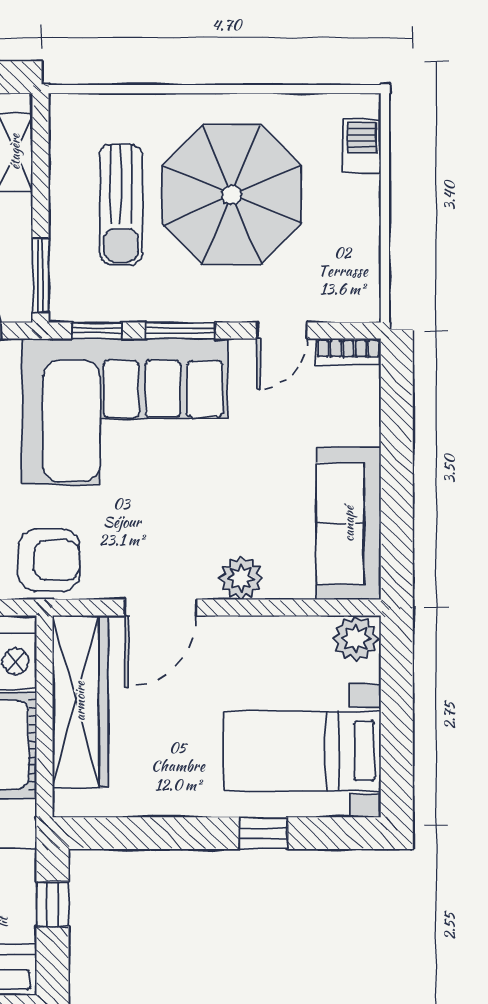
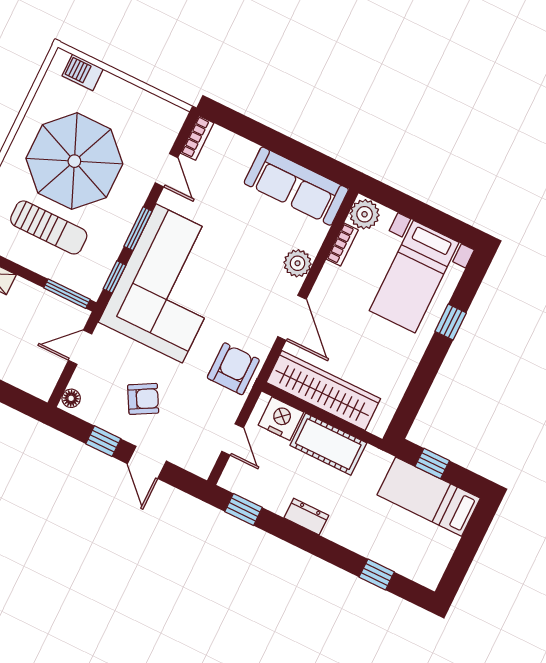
bookcase: (298, 628) -> (342, 245), added

